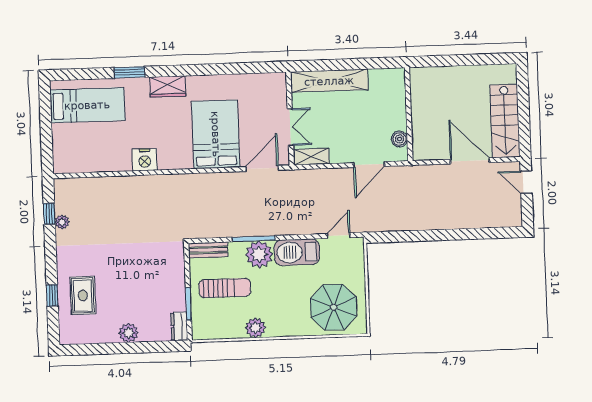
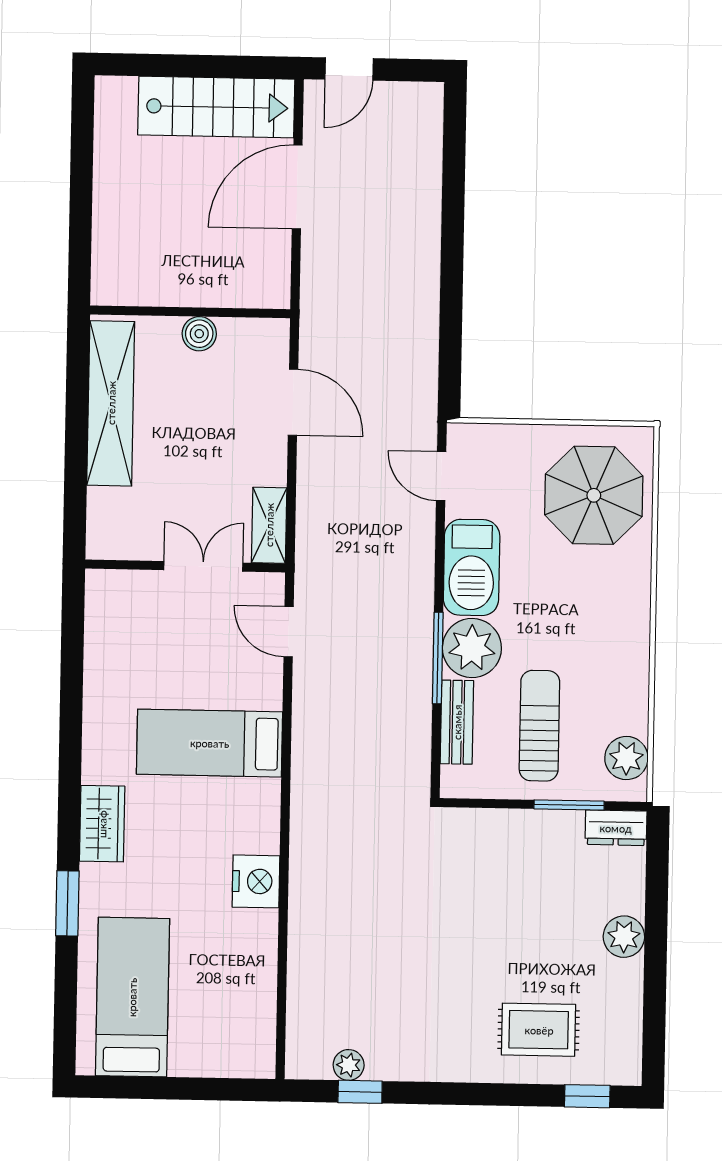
shelving: (329, 81) -> (111, 403), moved
bed: (216, 134) -> (210, 743), width x0.67
boiler: (399, 139) -> (199, 334), moved
door: (262, 169) -> (289, 632), width x0.73
plant: (62, 222) -> (349, 1065), moved
bench: (208, 250) -> (457, 722), moved
window: (52, 295) -> (587, 1096), moved
plant: (255, 328) -> (626, 758), moved

